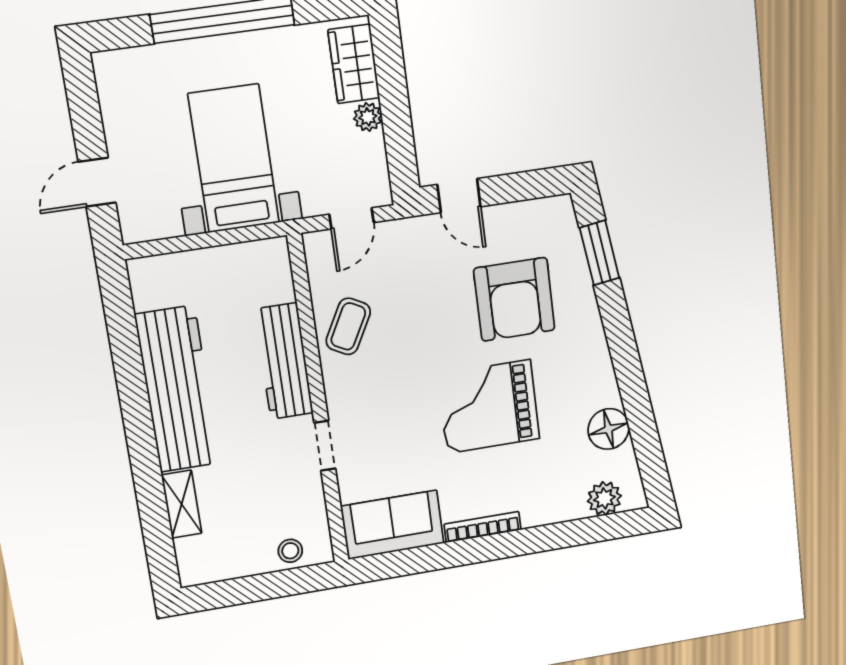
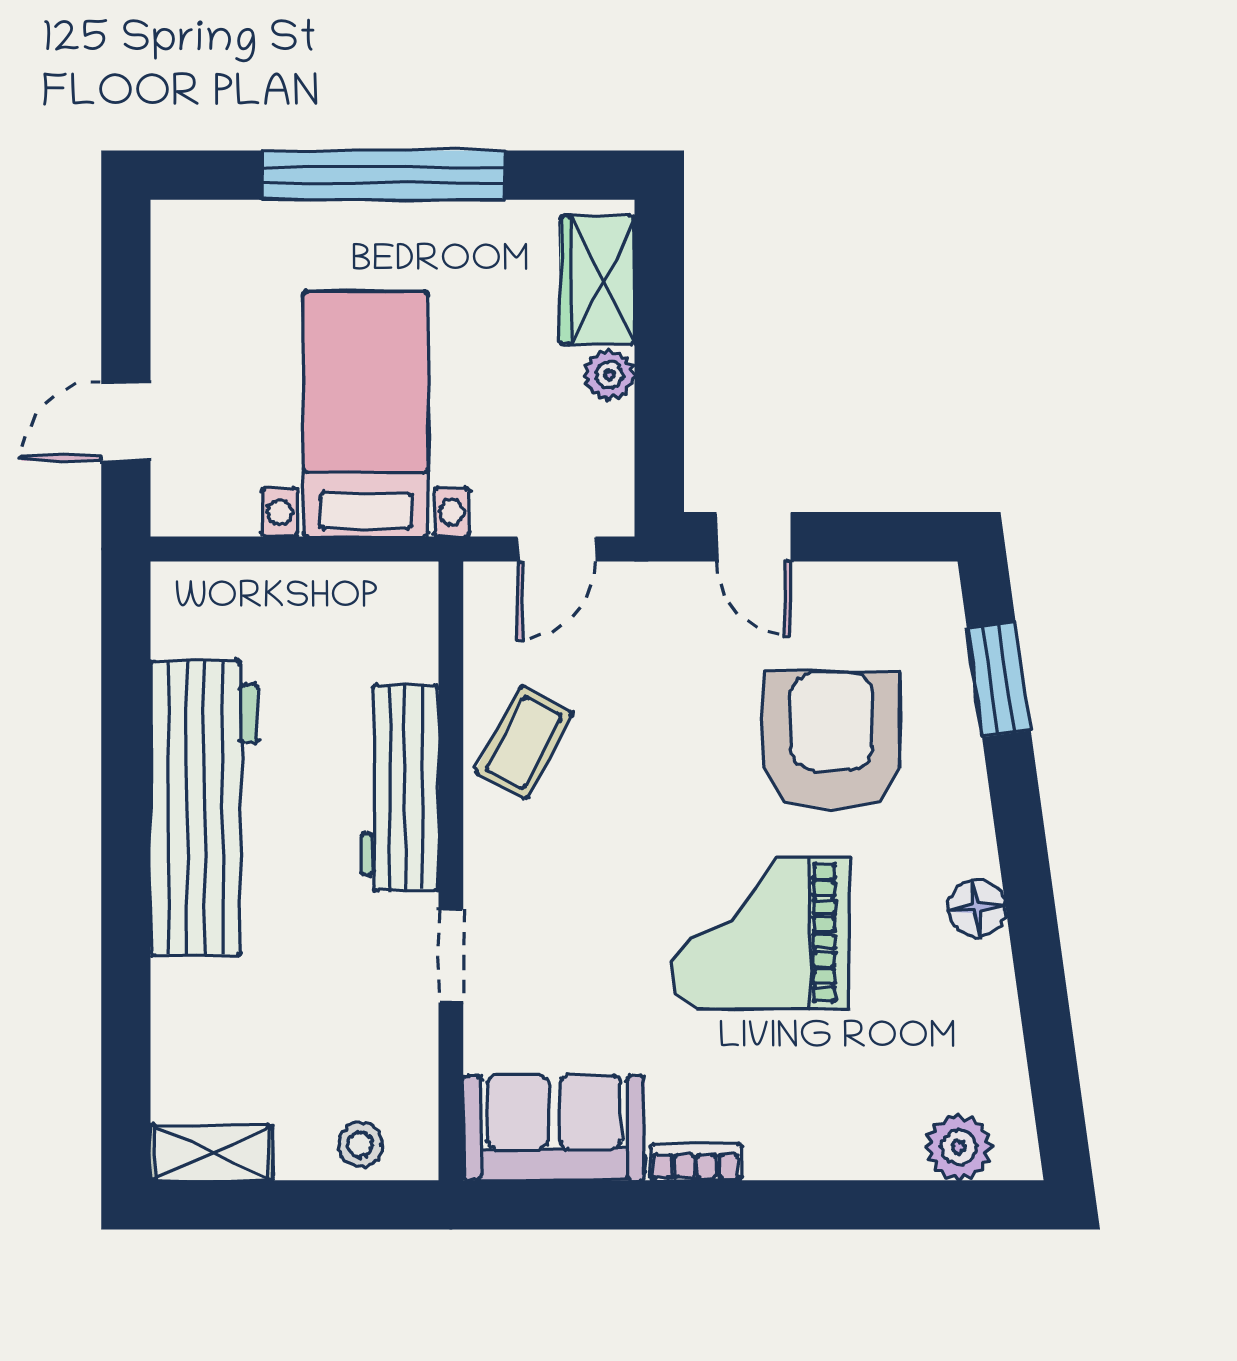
armchair: (514, 299) -> (832, 740), turned 180
floor lamp: (608, 429) -> (977, 908), moved, width x0.73, depth x0.73
shelving: (182, 504) -> (211, 1153), moved, turned 90
bookcase: (483, 527) -> (696, 1162), width x0.64

